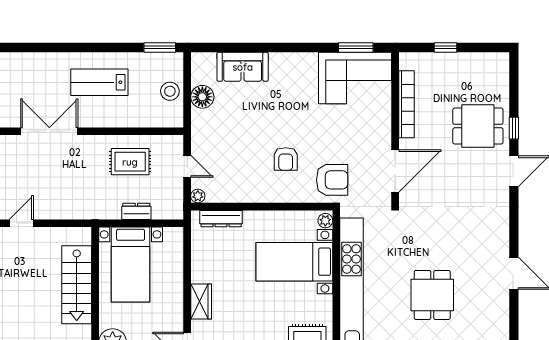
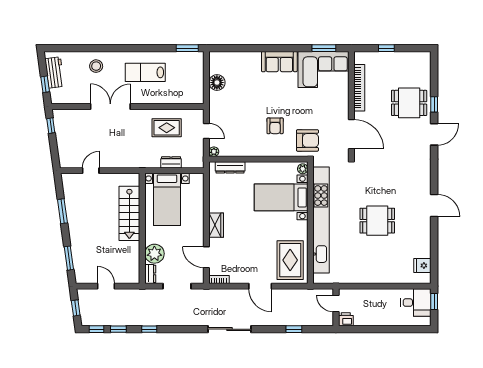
sofa: (243, 67) -> (279, 62), moved
stool: (170, 91) -> (96, 66), moved
door: (395, 171) -> (351, 134), hinge flipped
dining table: (432, 295) -> (377, 221), turned 90

